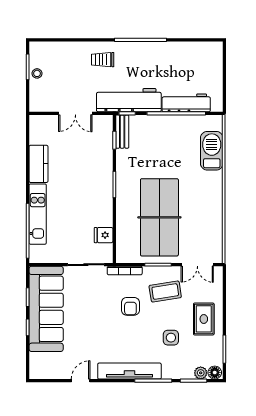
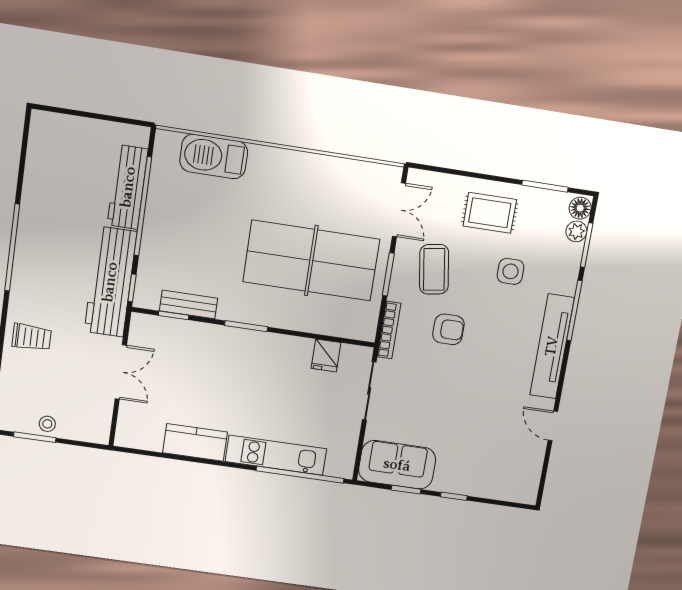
trolley: (103, 60) -> (32, 337), moved, turned -90
bench: (122, 132) -> (189, 305), moved
sofa: (46, 309) -> (397, 465), width x0.54, depth x0.79

